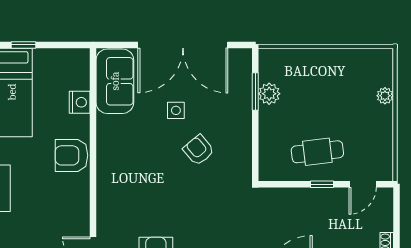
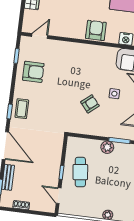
plant: (269, 94) -> (107, 147), moved

